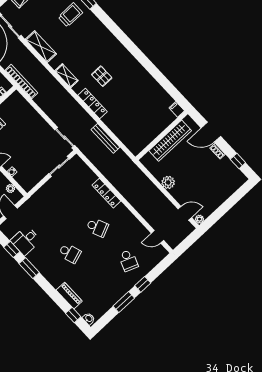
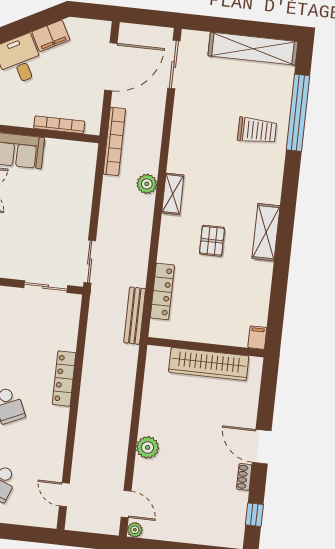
shelving: (41, 47) -> (266, 232), moved
plant: (52, 83) -> (147, 184), added
locker: (93, 104) -> (162, 291), moved
filing cabinet: (177, 109) -> (257, 338), moved
wall: (162, 135) -> (206, 347), moved
wardrobe: (170, 141) -> (209, 364), moved

